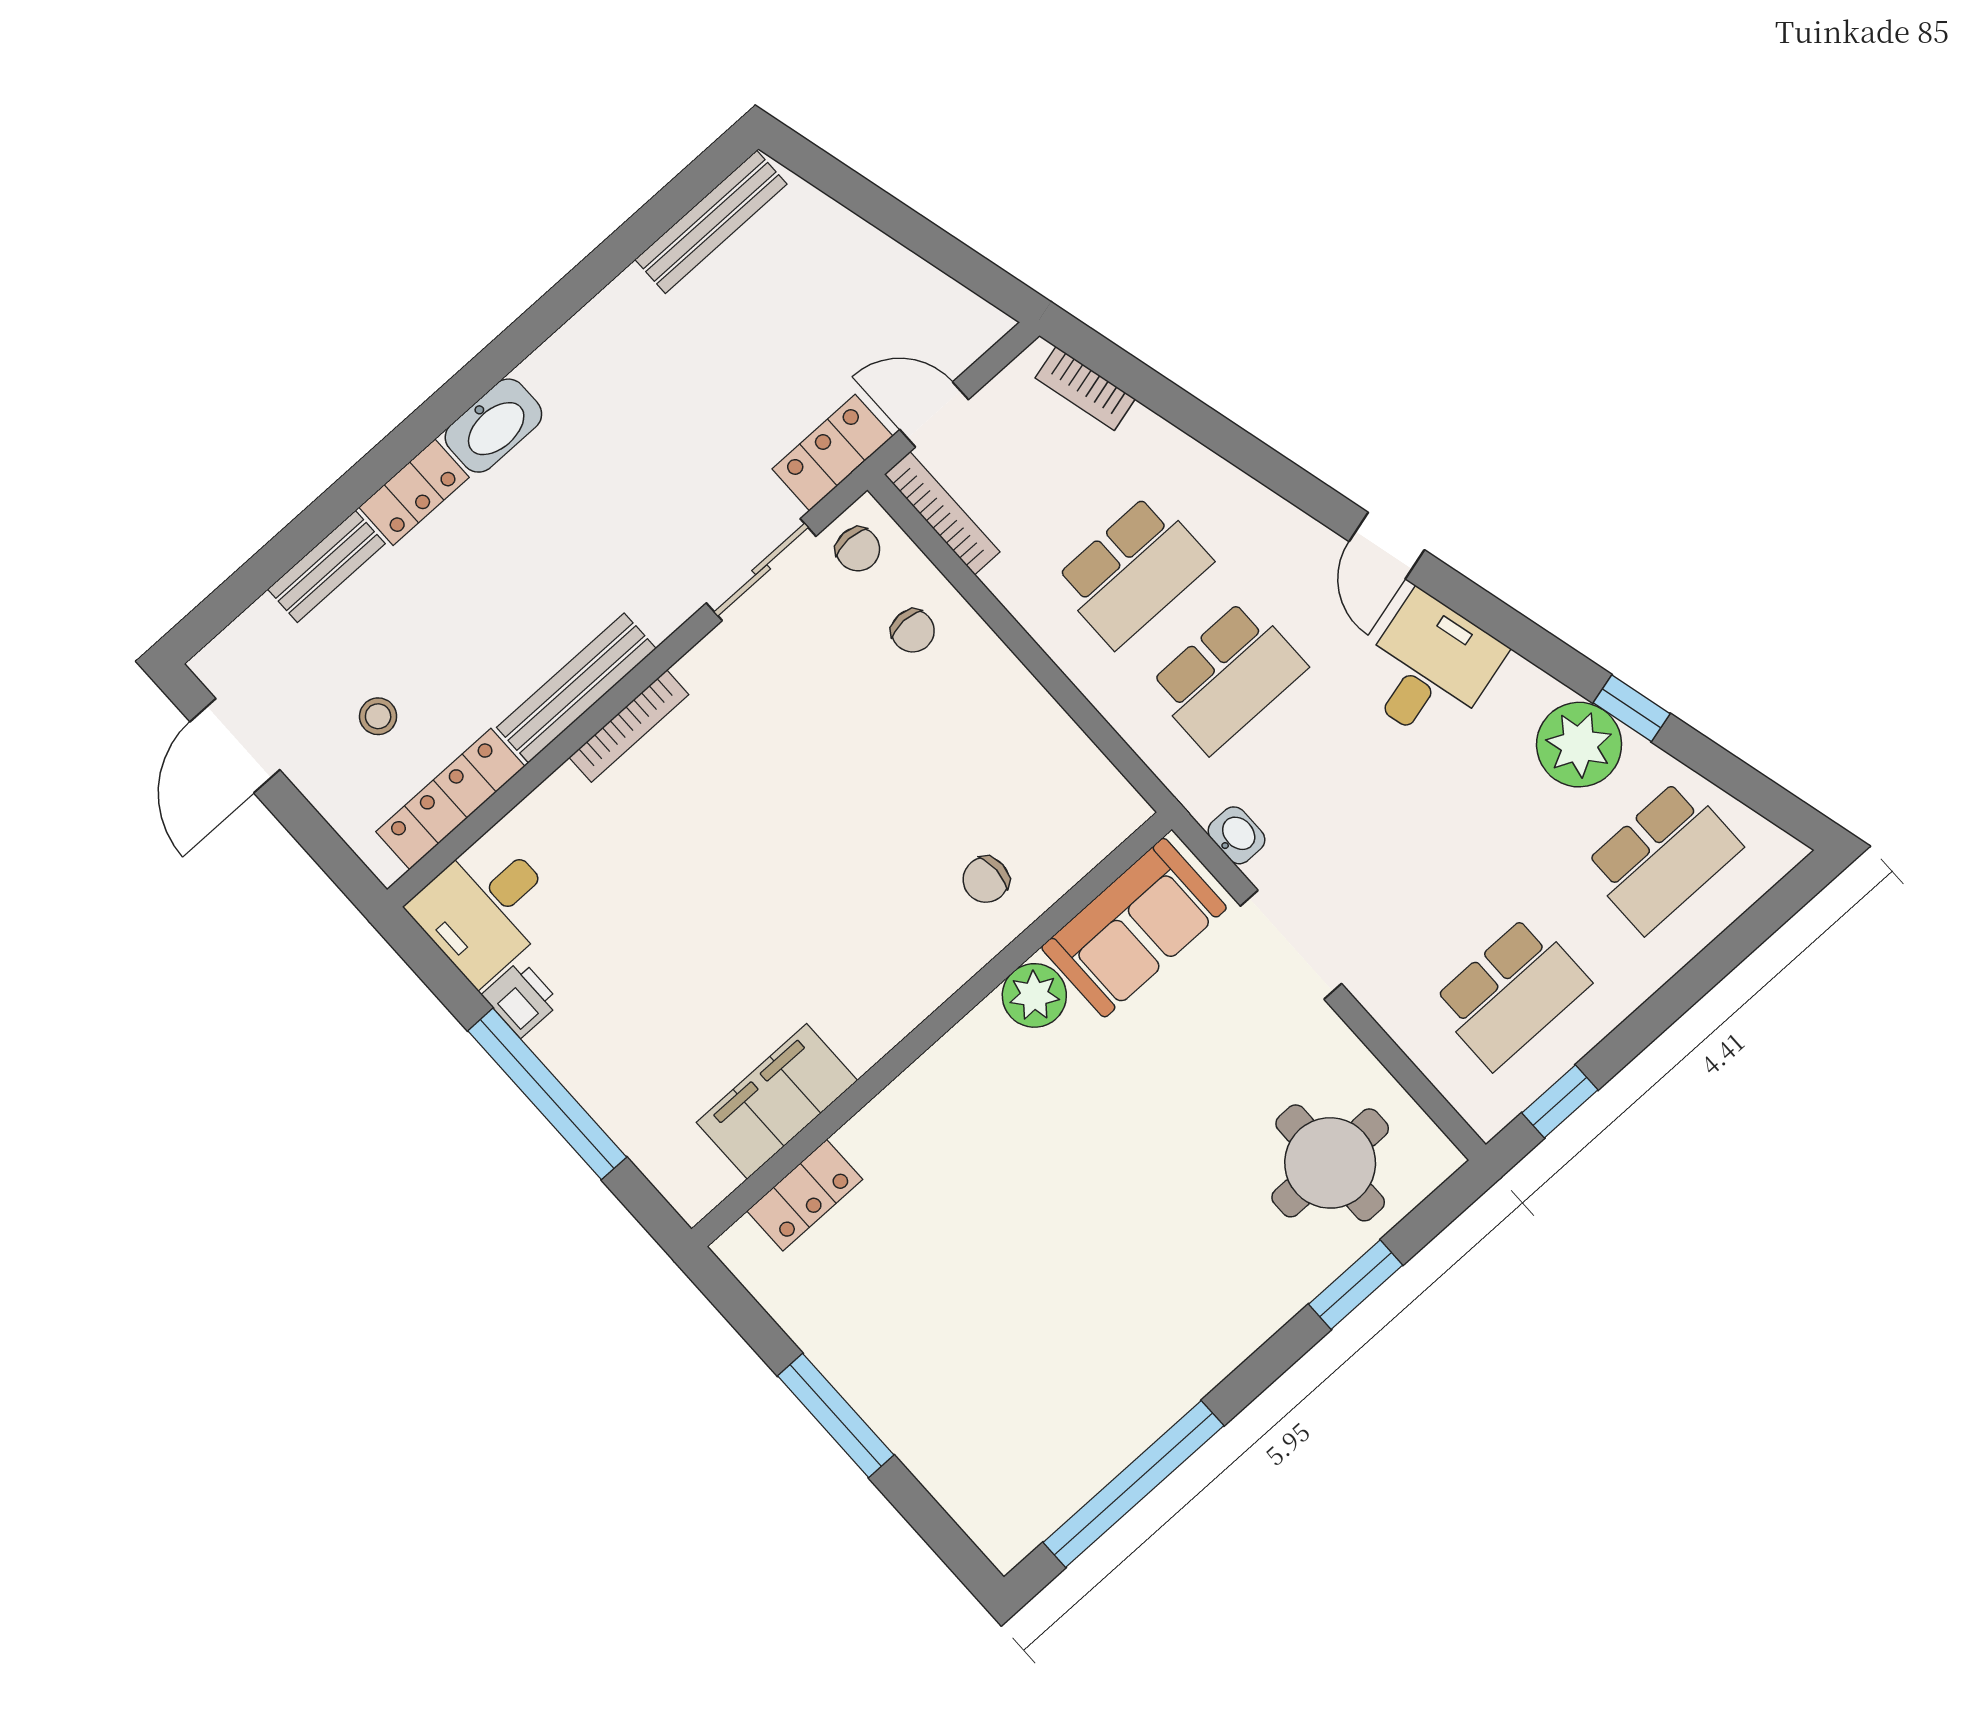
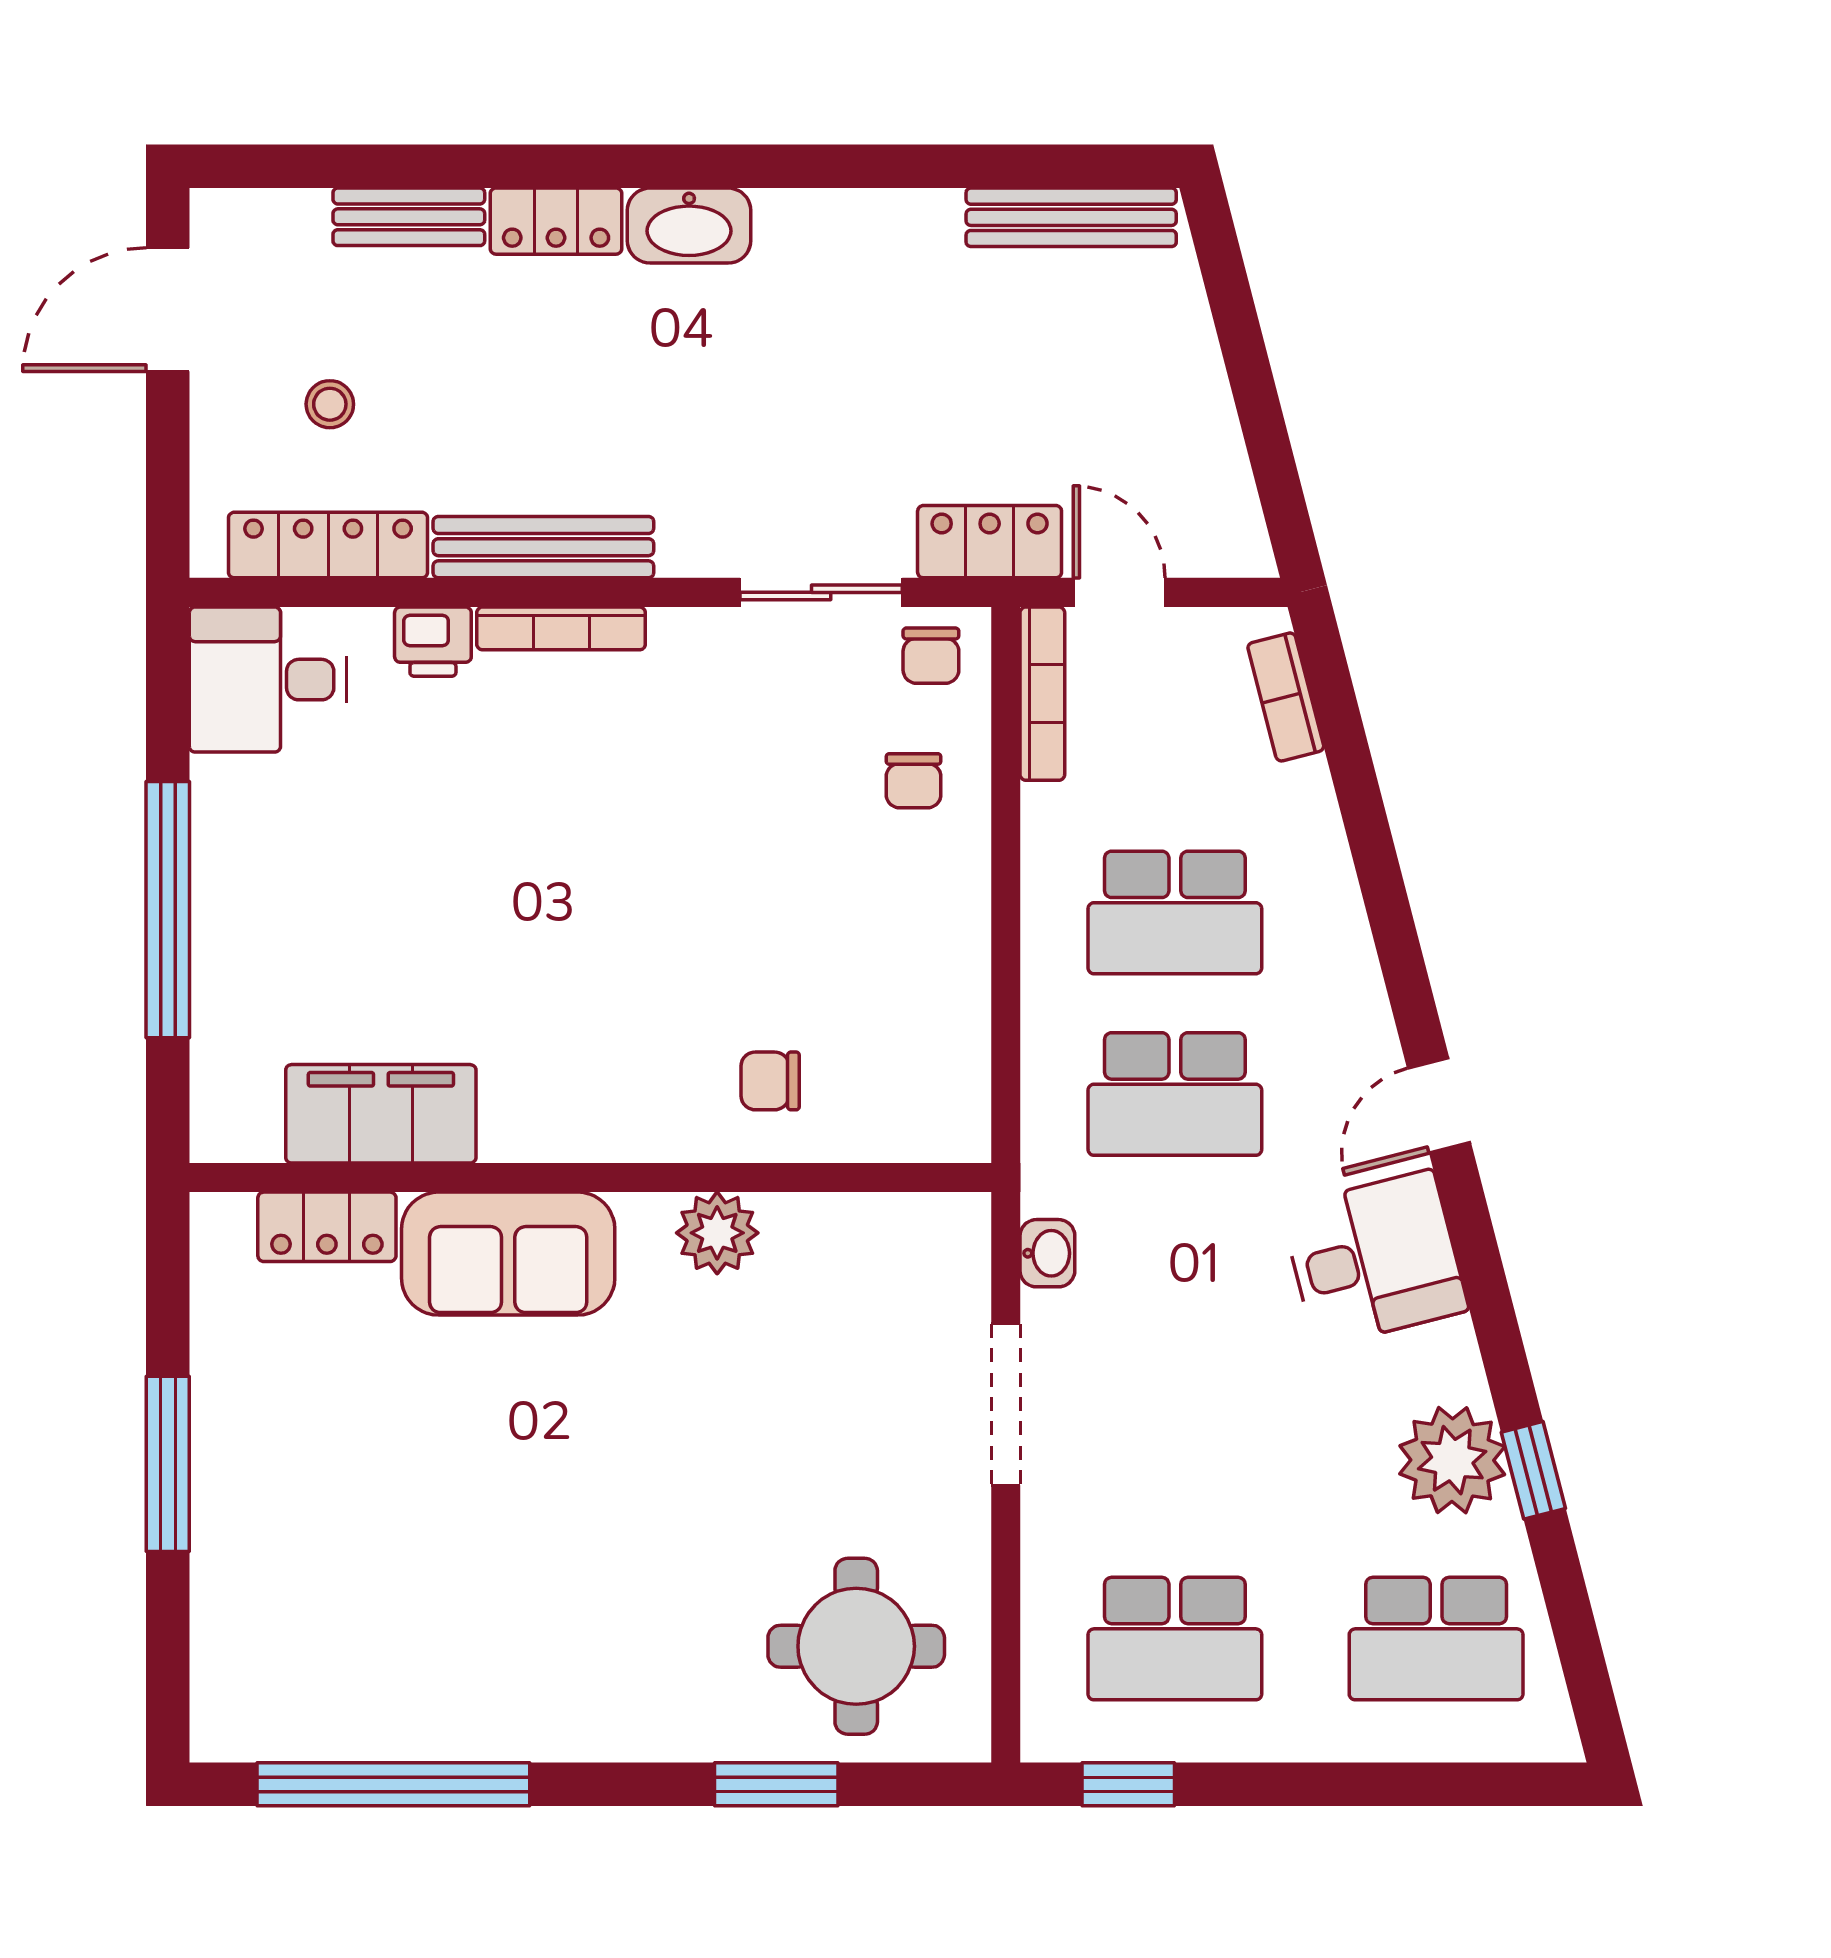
sofa: (1134, 928) -> (508, 1254), moved
printer: (521, 999) -> (433, 642), moved, turned 90

